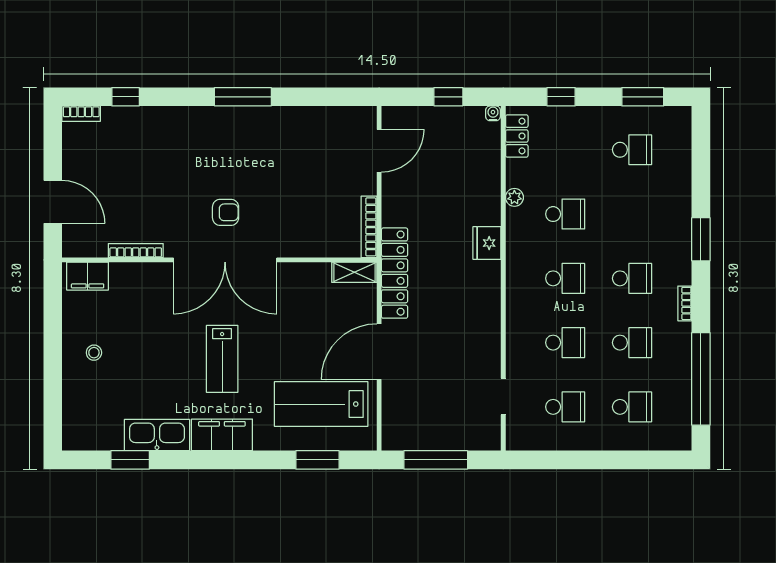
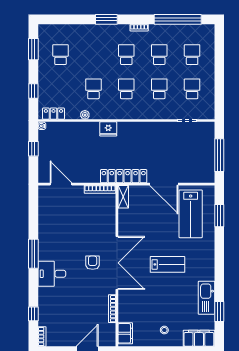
desk: (204, 133) -> (52, 274), added
filing cabinet: (222, 435) -> (199, 338), moved, turned 90

